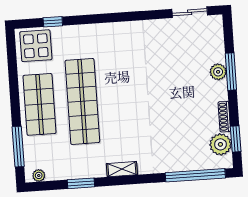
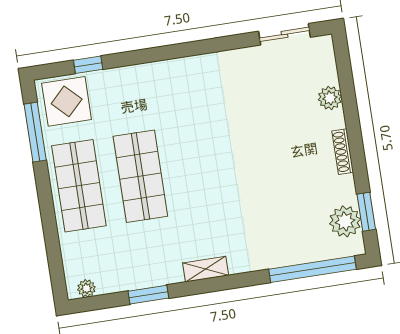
plant: (218, 72) -> (330, 98), moved
window: (231, 72) -> (351, 115), removed
shop shelf: (82, 101) -> (140, 176), width x0.71
shoe rack: (224, 117) -> (343, 152), moved
window: (18, 147) -> (35, 132), moved

